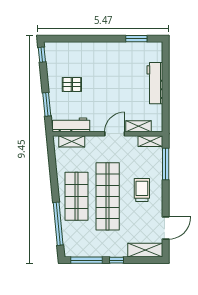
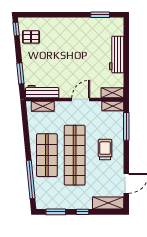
pallet: (72, 84) -> (31, 37), moved
shelving: (139, 126) -> (112, 93), moved
window: (86, 260) -> (56, 212), width x0.69

